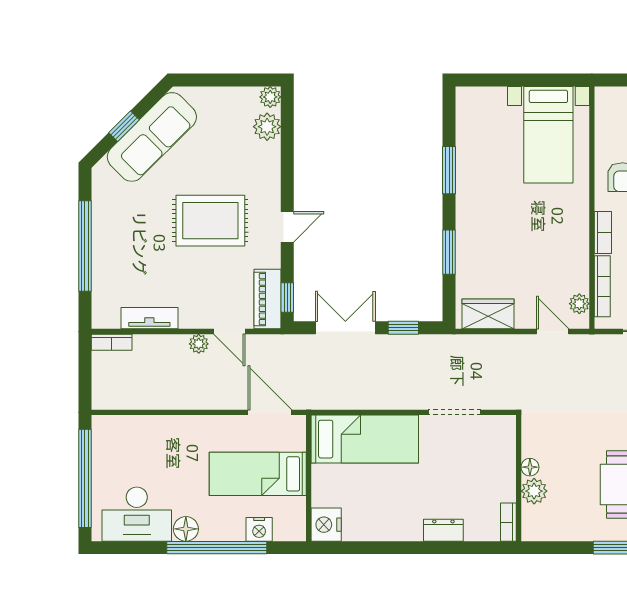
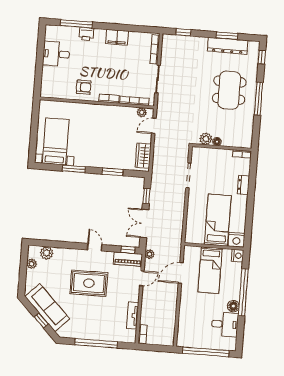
plant: (270, 97) -> (32, 264), moved
bed with nightstands: (548, 135) -> (56, 141), moved, turned -90
rug: (210, 221) -> (89, 283), turned 90
plant: (199, 344) -> (150, 254), moved
door: (270, 412) -> (181, 273), moved
bed: (365, 439) -> (218, 220), moved
plant: (534, 491) -> (206, 139), moved
desk: (137, 514) -> (225, 324), width x0.73
nightstand: (259, 529) -> (238, 256), moved

